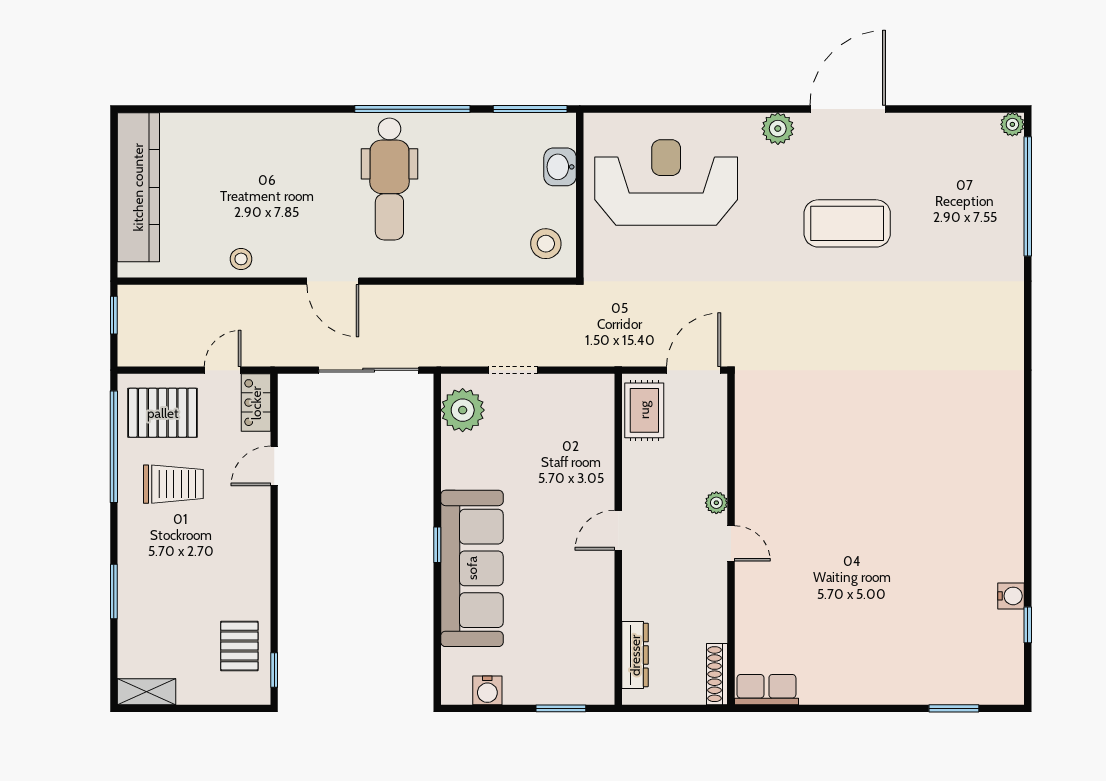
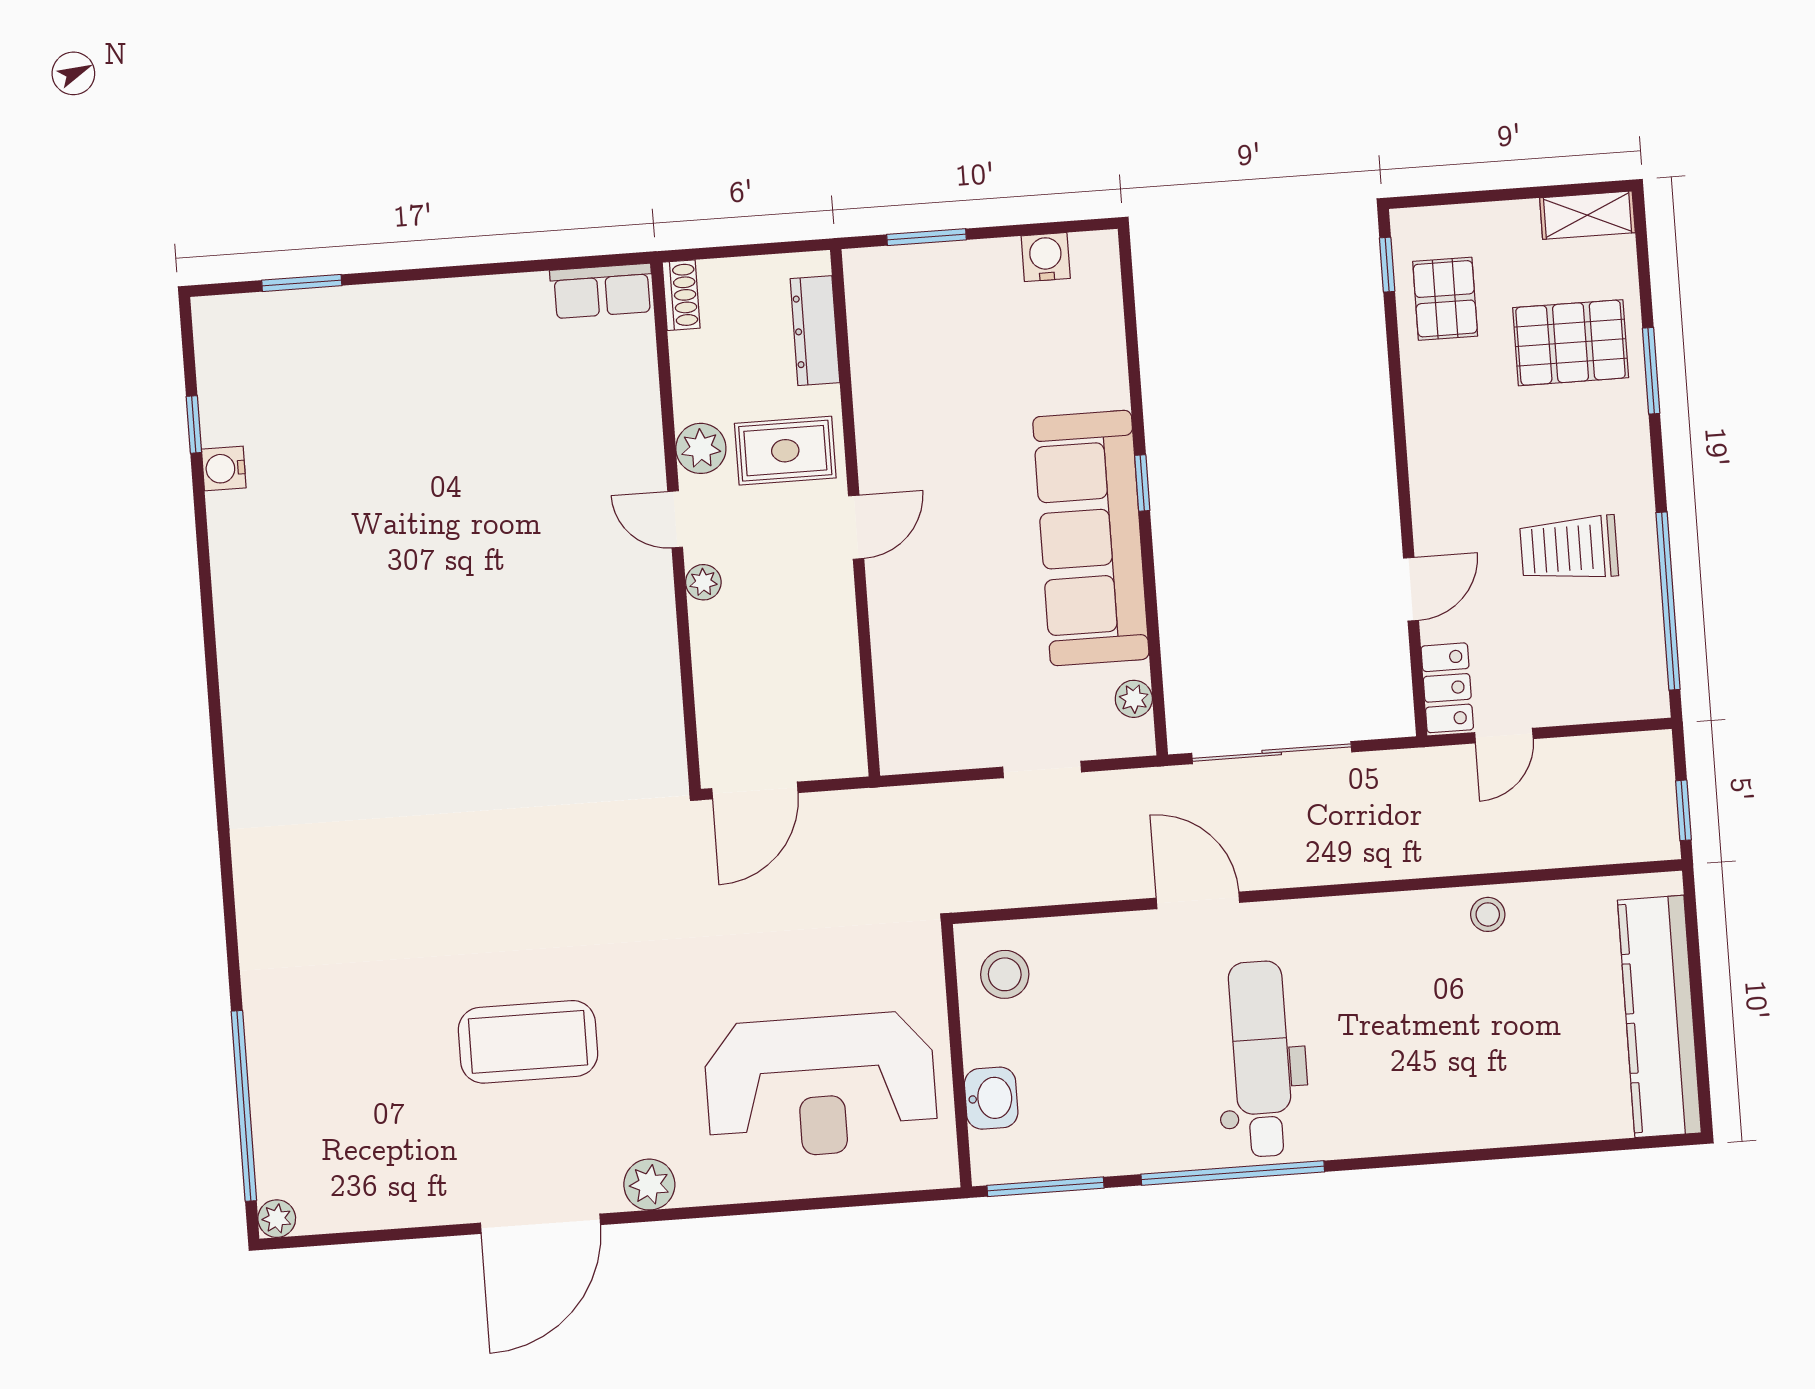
door: (333, 281) -> (1198, 900), moved
plant: (463, 410) -> (1134, 699), width x0.53, depth x0.53
rug: (644, 410) -> (785, 451), moved, turned 90
pallet: (163, 413) -> (1571, 343), moved
sofa: (472, 568) -> (1091, 538), moved
plant: (712, 587) -> (701, 448), added
shoe rack: (717, 674) -> (681, 295), width x0.70

